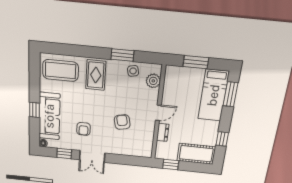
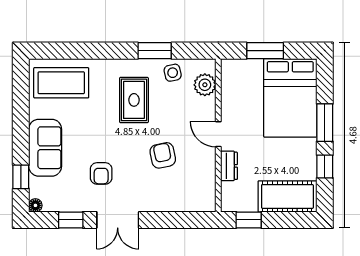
rug: (96, 75) -> (134, 100), moved
window: (231, 94) -> (325, 123), moved
bed: (213, 95) -> (290, 98), width x1.50
window: (35, 110) -> (21, 177), moved
door: (158, 113) -> (218, 134), swing flipped
sofa: (49, 116) -> (45, 148), width x0.73

